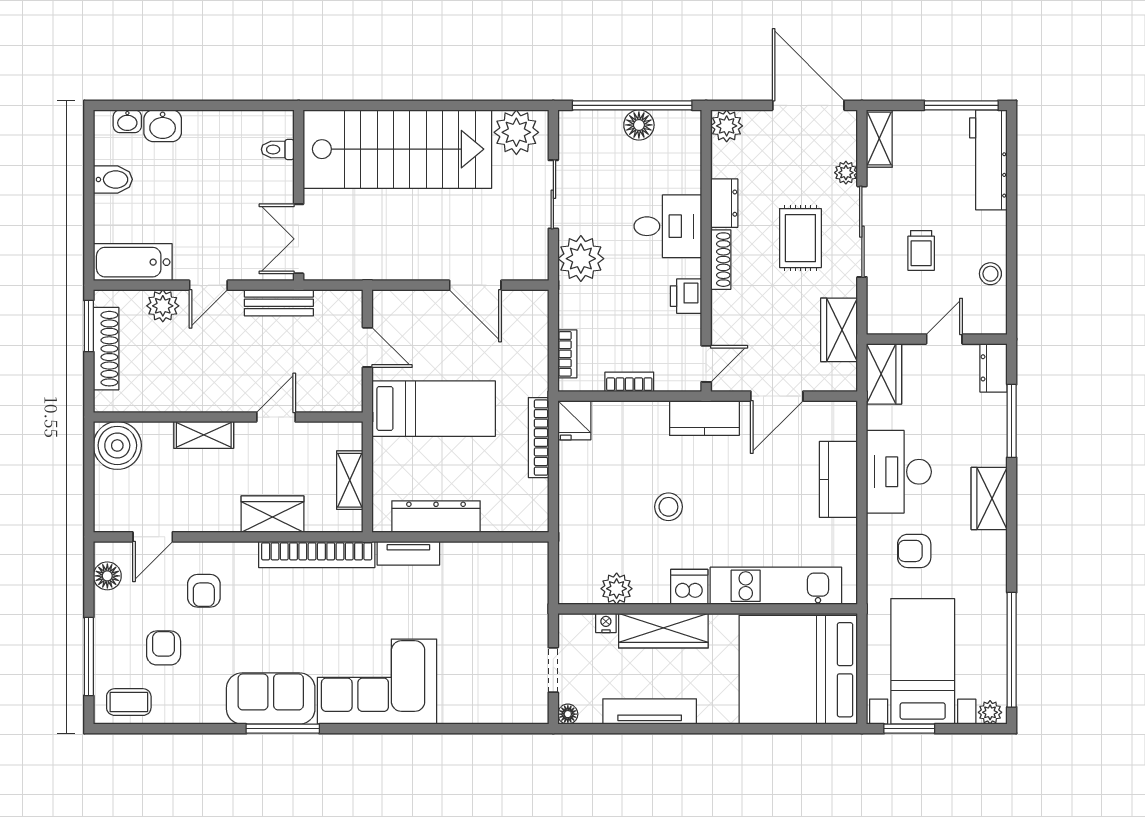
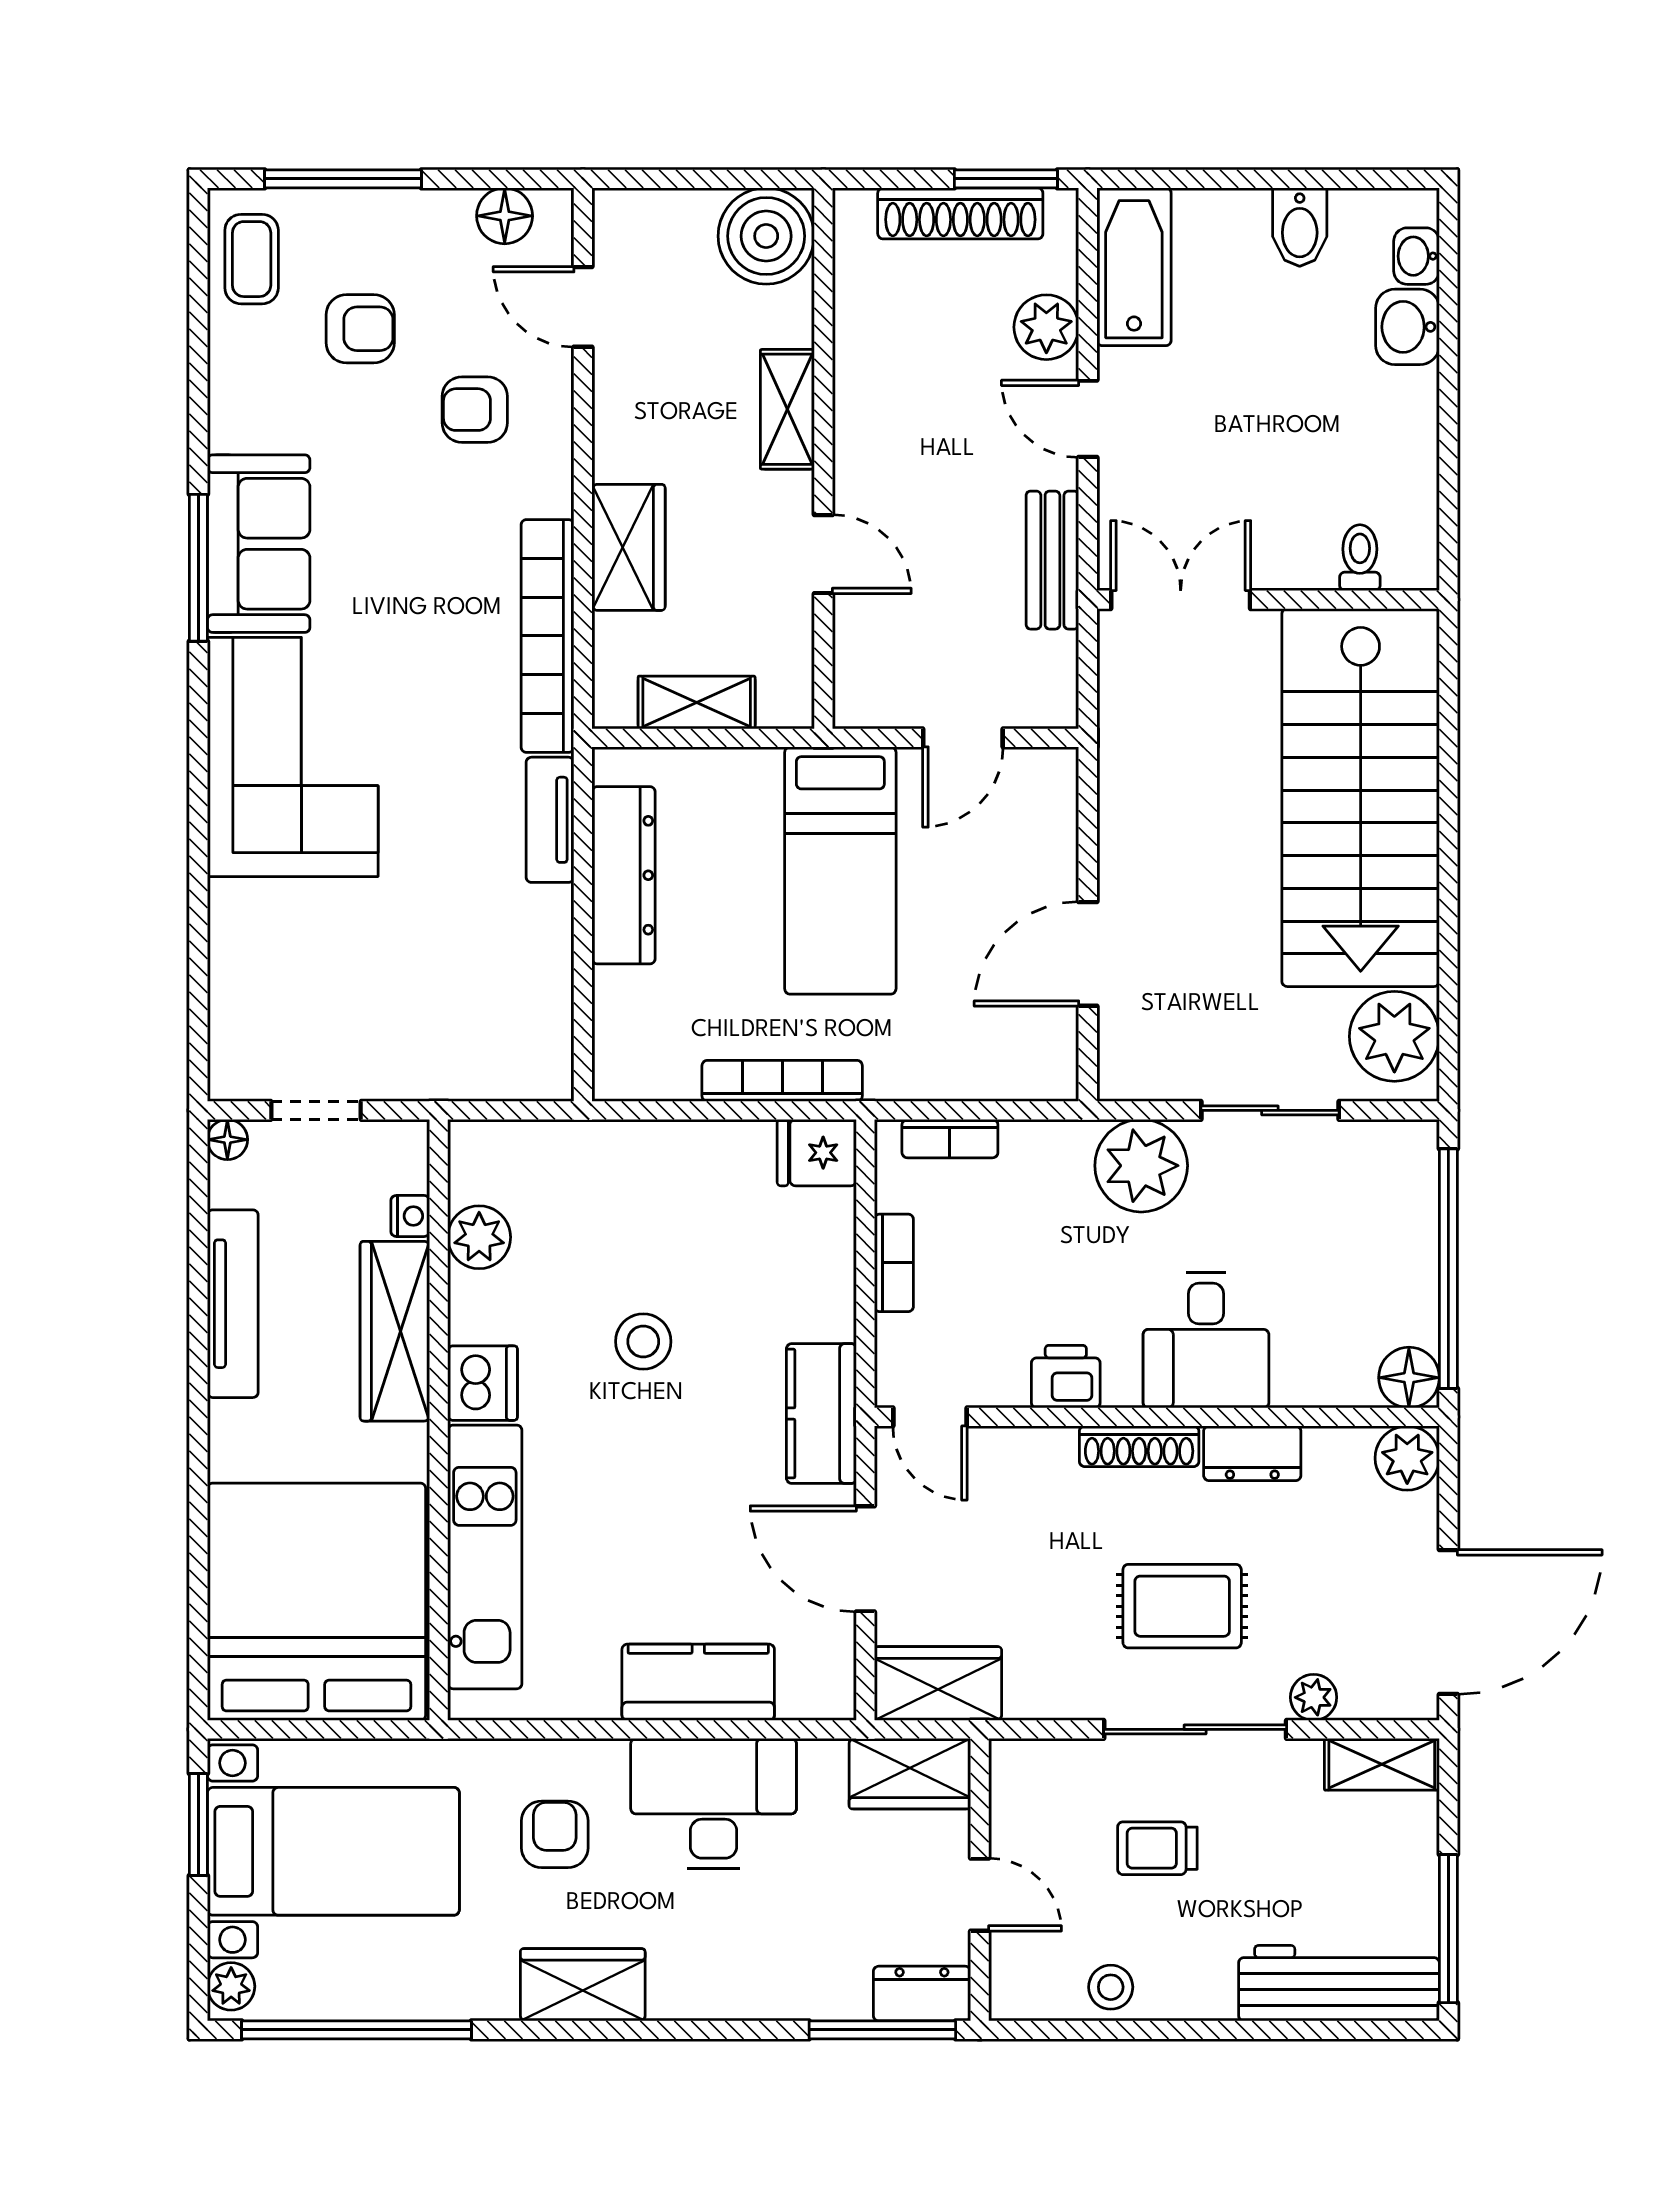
floor lamp: (639, 125) -> (1409, 1378), moved
wardrobe: (839, 330) -> (938, 1684), moved
window: (1012, 421) -> (882, 2030), moved
wardrobe: (989, 498) -> (583, 1985), moved

